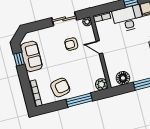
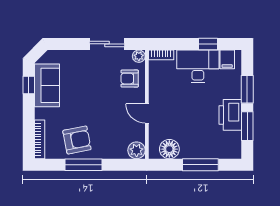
armchair: (71, 44) -> (130, 79), moved
door: (99, 47) -> (147, 113), moved
window: (79, 100) -> (83, 165), moved

